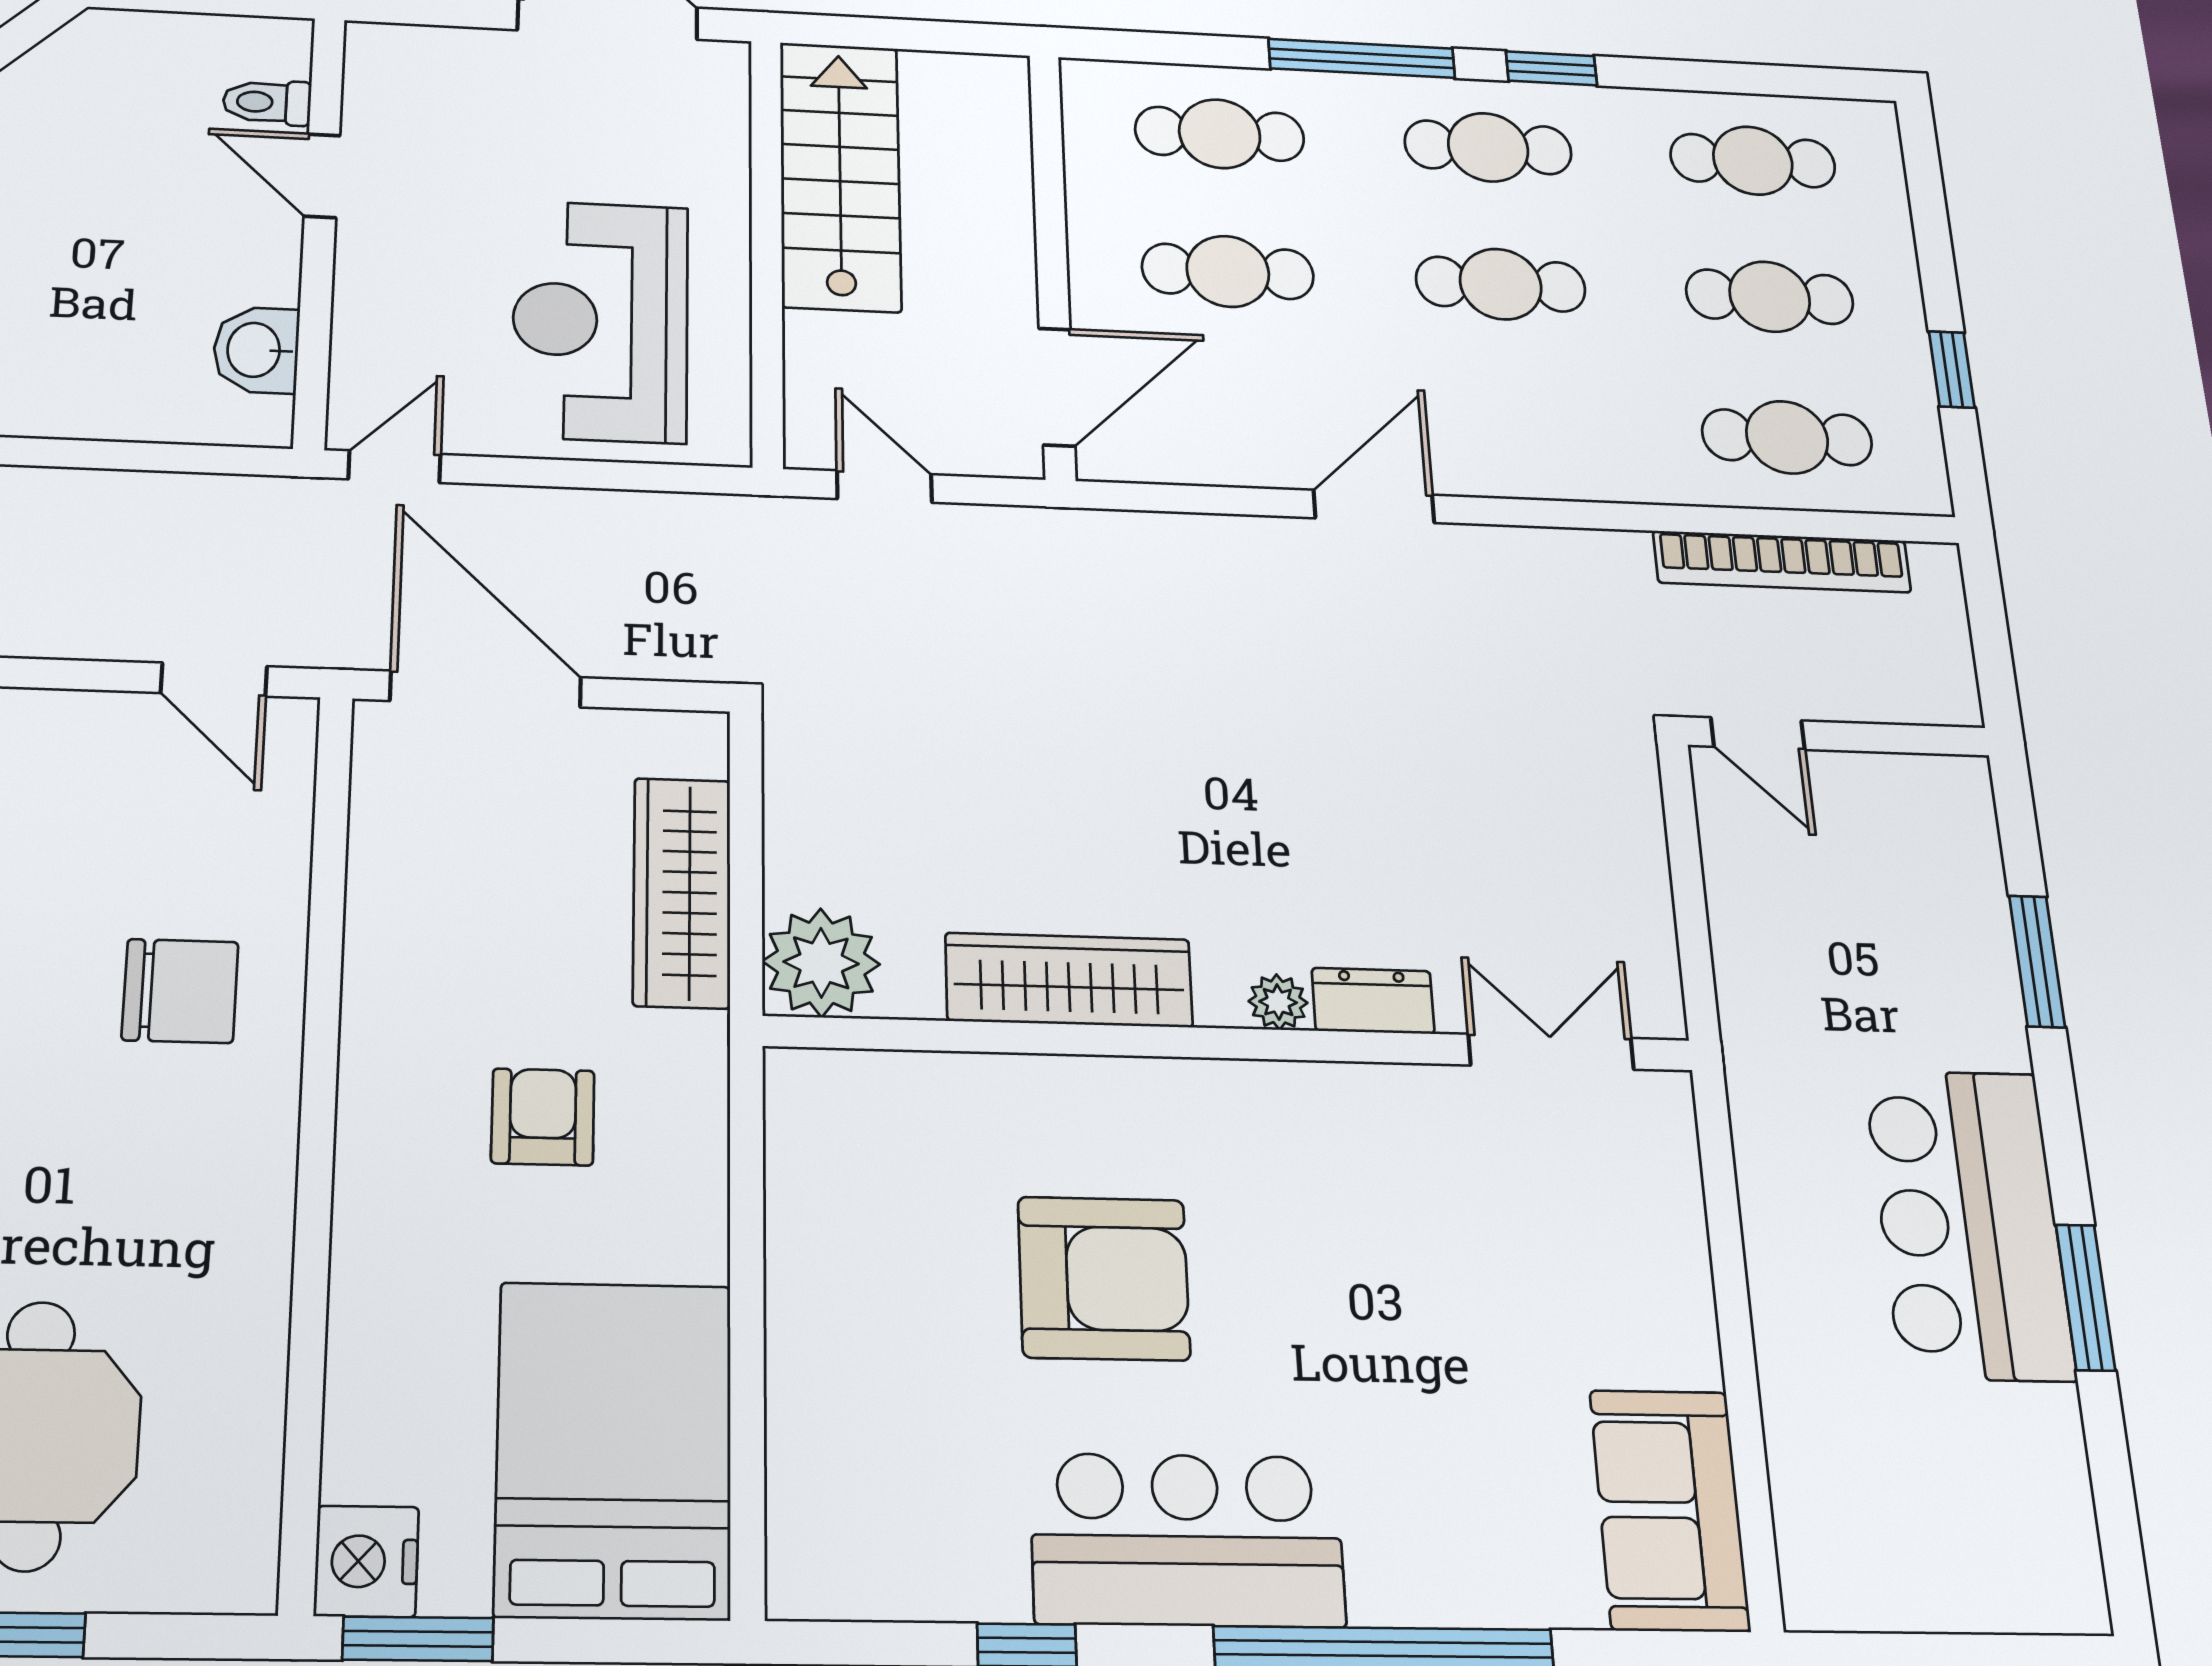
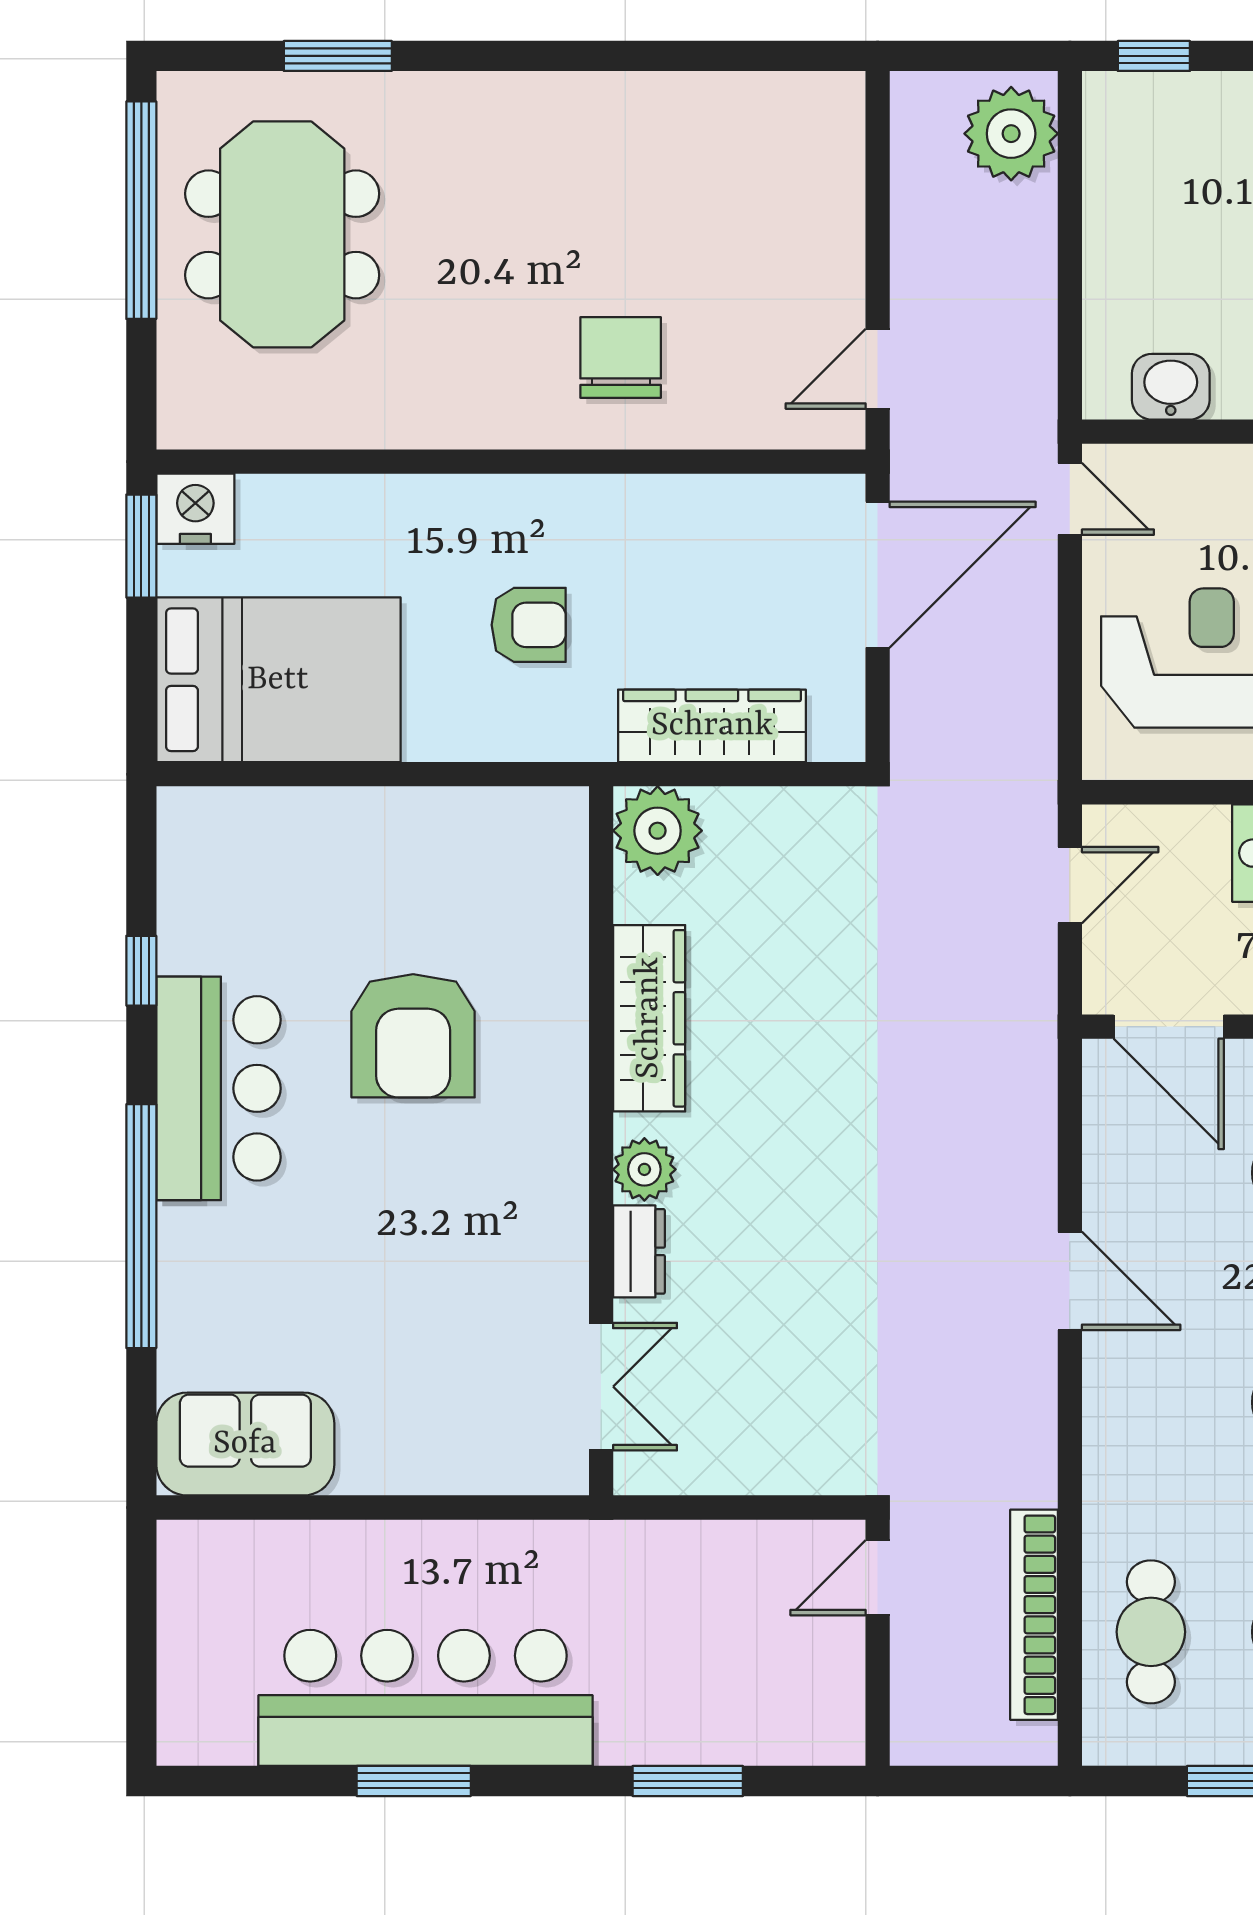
chair: (180, 991) -> (621, 358), turned 180
plant: (1278, 1002) -> (644, 1169), width x1.38, depth x1.38
bar counter: (1969, 1224) -> (426, 1698), width x1.36

